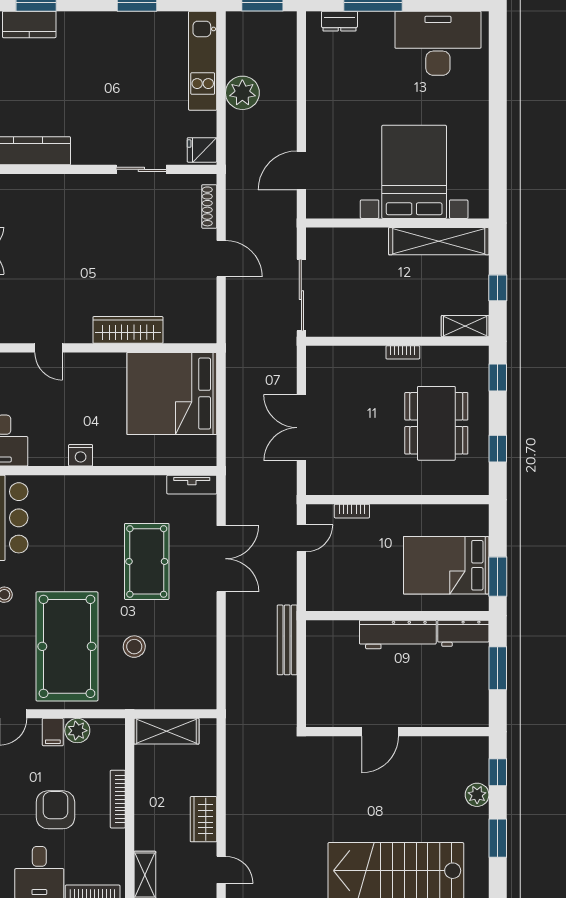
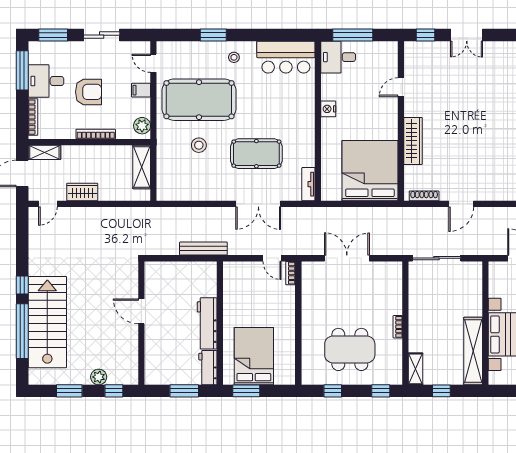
shoe rack: (209, 206) -> (424, 196), moved
bookcase: (352, 511) -> (290, 273), moved
plant: (77, 731) -> (142, 126), moved

